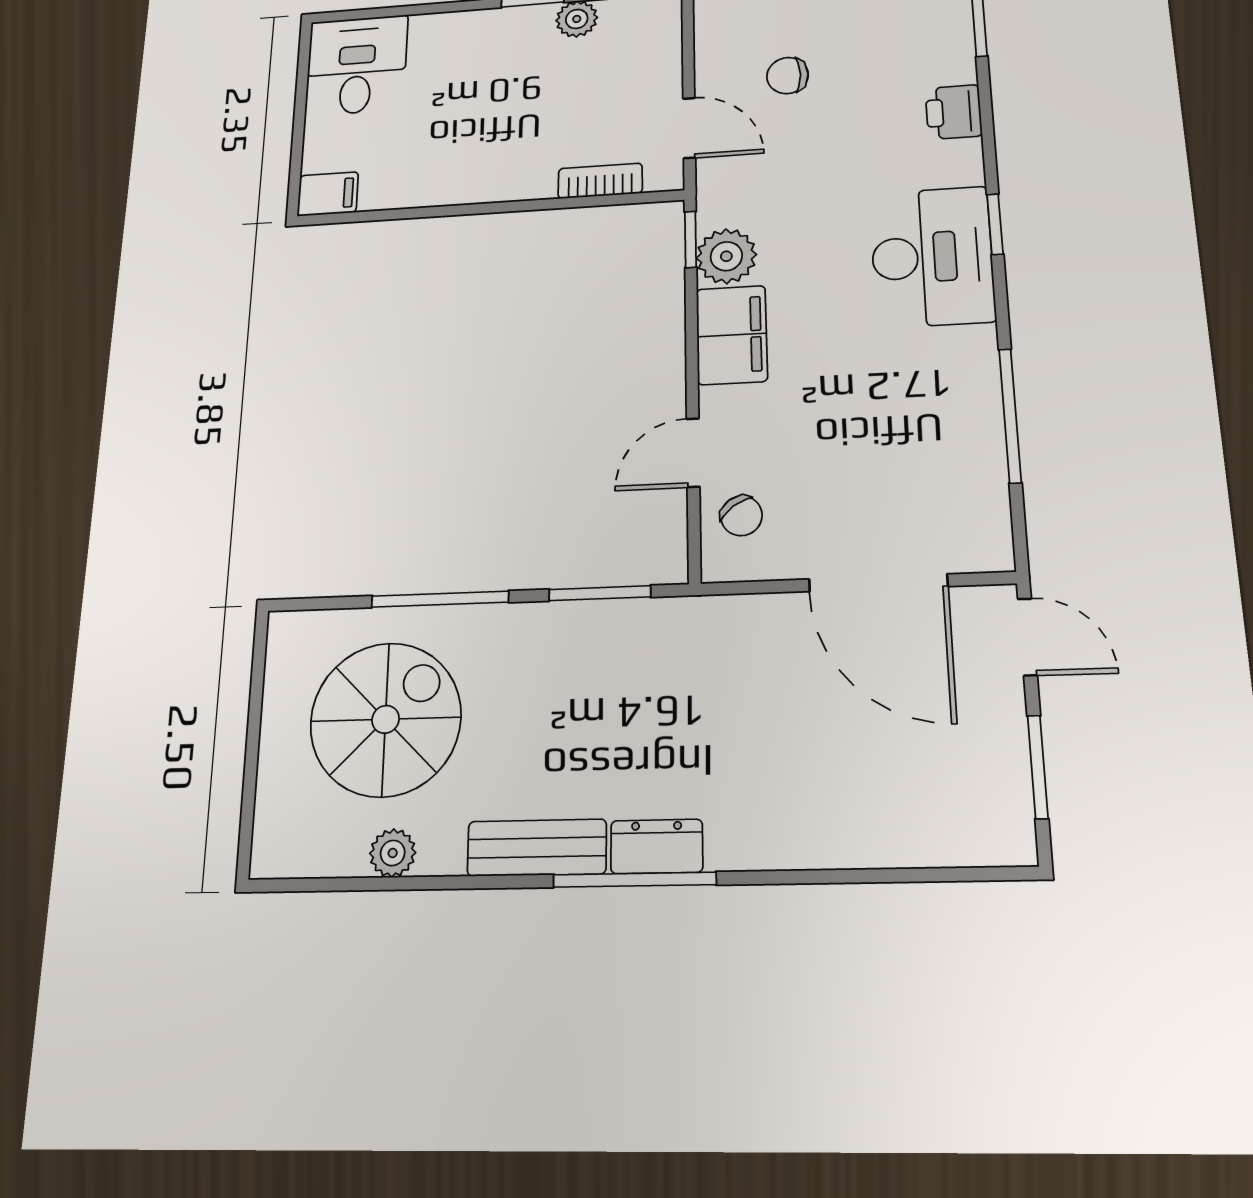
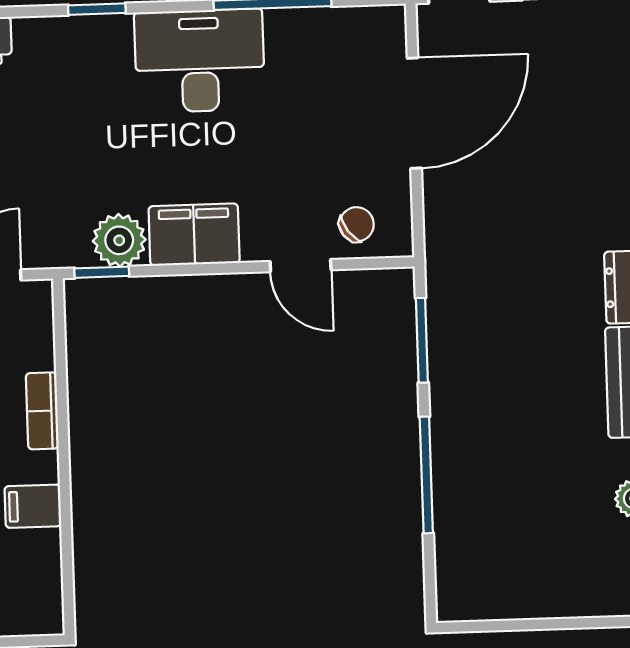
bookcase: (600, 181) -> (42, 411), moved
filing cabinet: (328, 194) -> (33, 506), moved, turned -90
desk: (932, 257) -> (200, 61), moved
spiral stairs: (385, 719) -> (527, 513), removed

